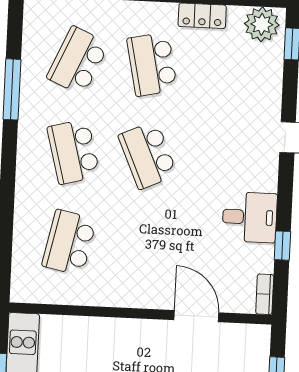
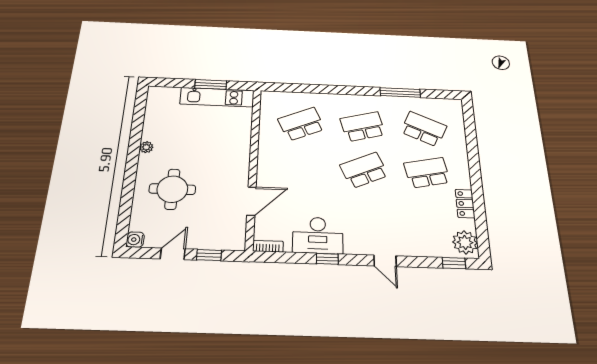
desk: (250, 217) -> (318, 235), width x1.37
school desk: (69, 243) -> (301, 124), turned -36
window: (282, 246) -> (327, 259), moved

